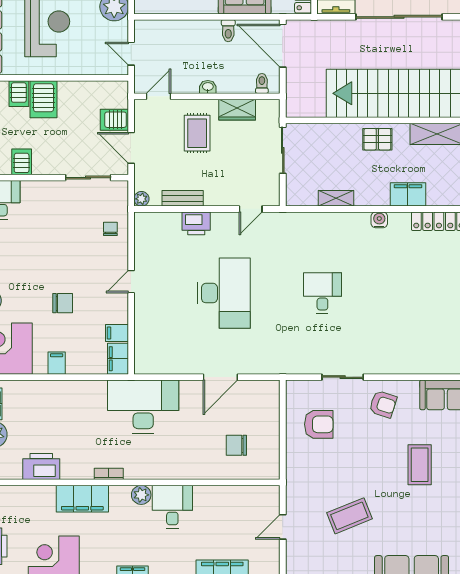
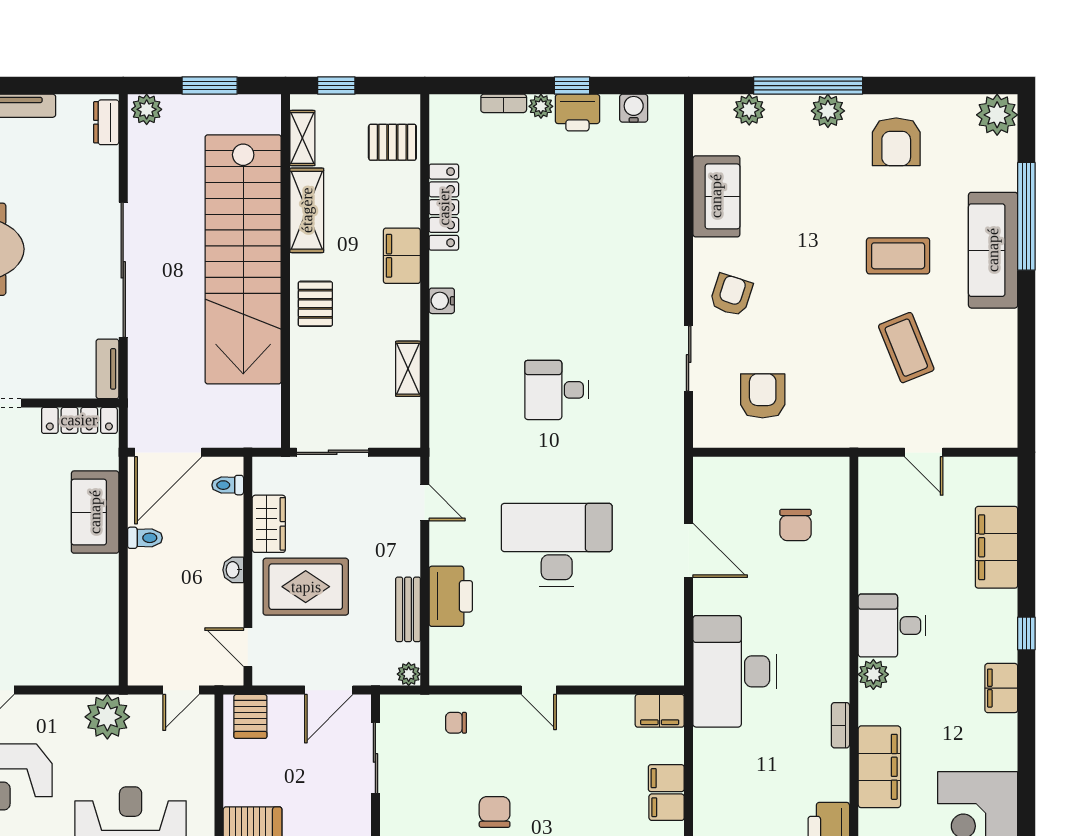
server rack: (114, 120) -> (250, 716), moved
rug: (197, 133) -> (306, 587), width x1.36, depth x1.43
printer: (196, 223) -> (451, 596), width x1.37, depth x1.19
chair: (63, 303) -> (495, 812), moved
filing cabinet: (117, 333) -> (666, 778), moved, turned 90
coffee table: (420, 465) -> (898, 256), moved

